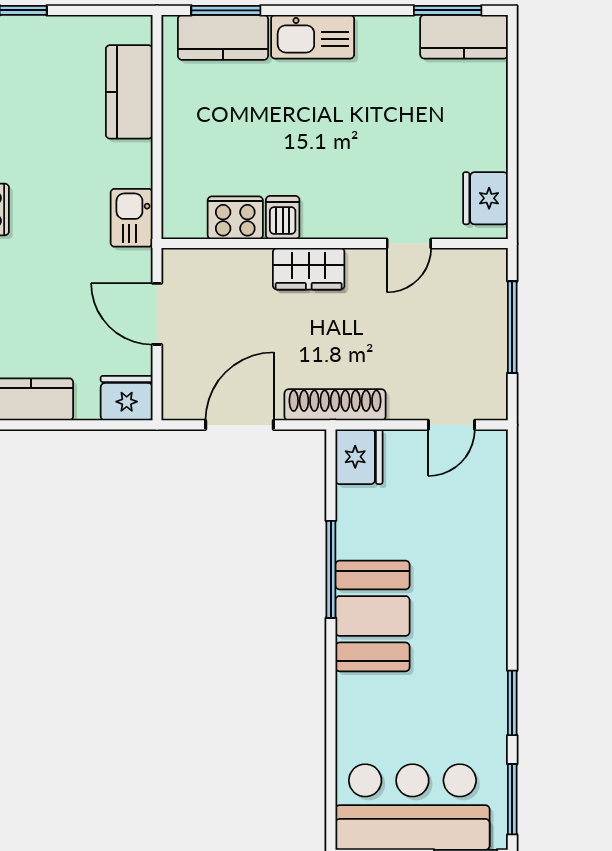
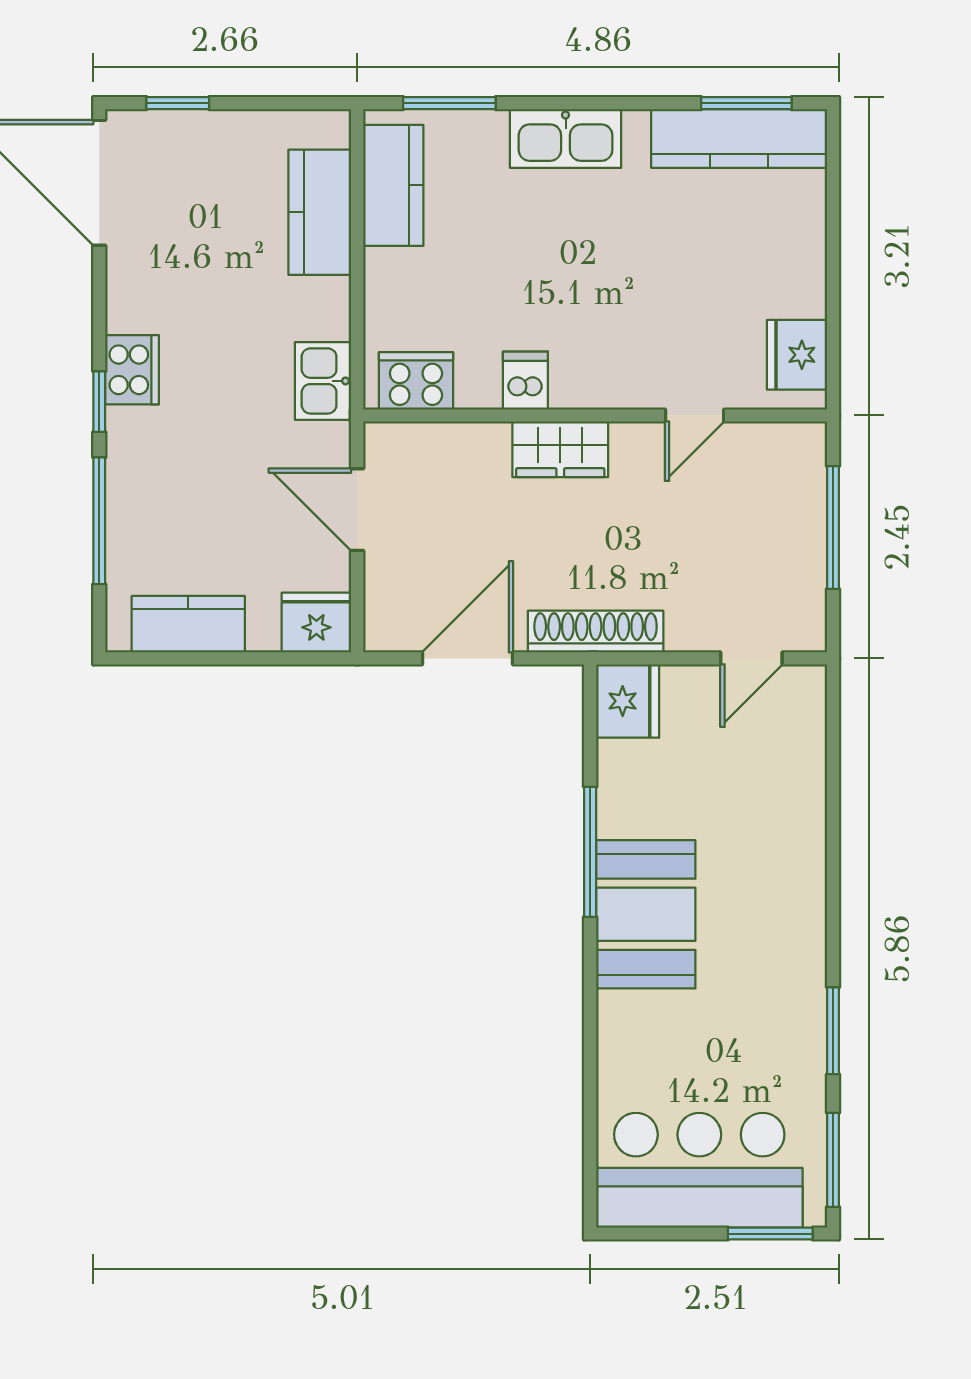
kitchen counter: (223, 37) -> (393, 185), moved, turned -90
kitchen counter: (464, 37) -> (739, 138), width x1.50
cooker: (235, 218) -> (416, 381), moved

